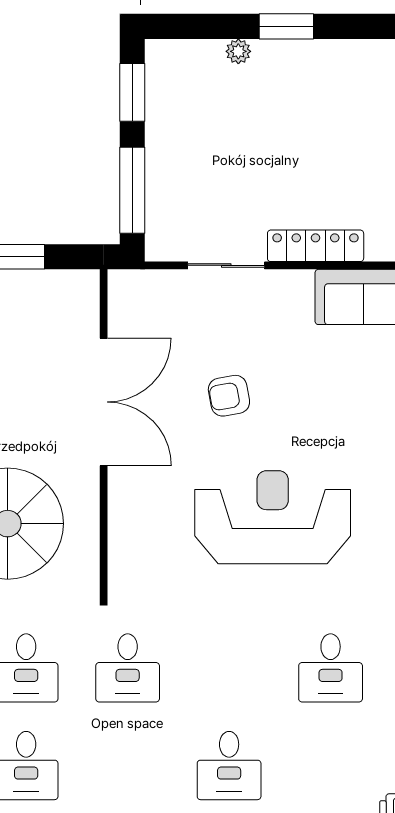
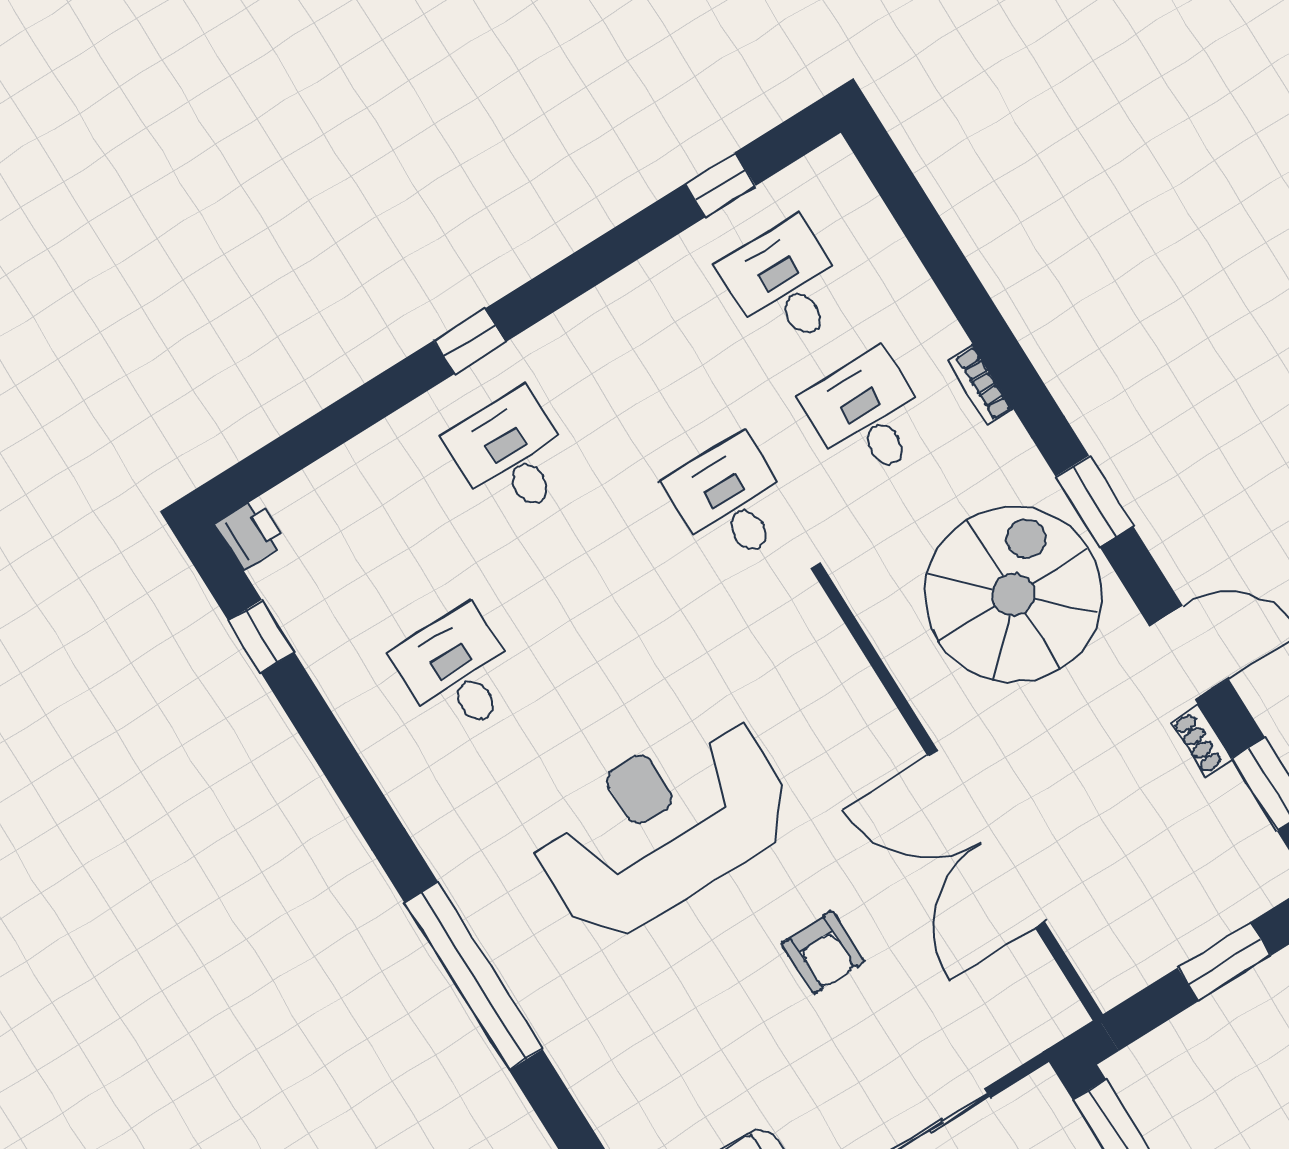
armchair: (229, 396) -> (823, 953), turned 99
reception desk: (273, 517) -> (662, 826), turned 180

